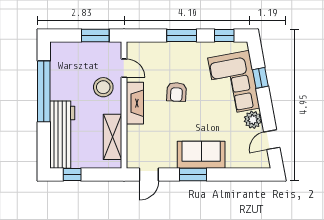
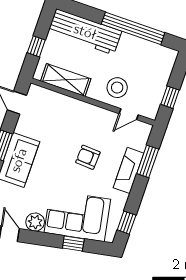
window: (95, 36) -> (170, 97), width x0.67
window: (182, 36) -> (148, 161), moved
fireplace: (135, 103) -> (129, 170), moved, turned 90
window: (72, 175) -> (36, 46), moved

